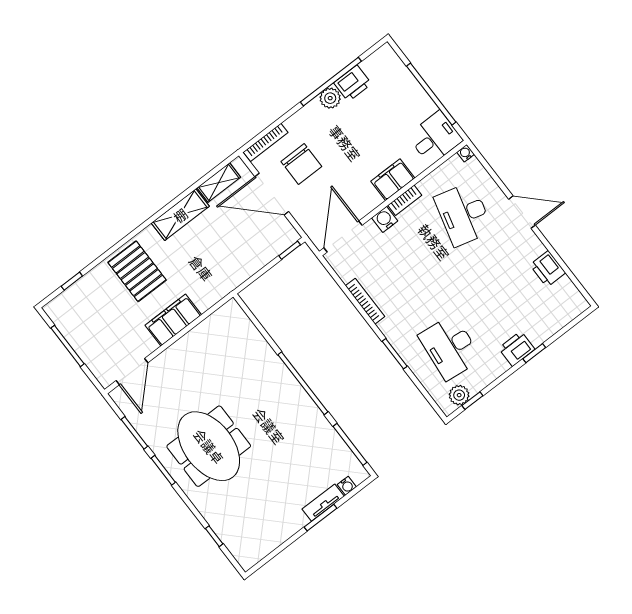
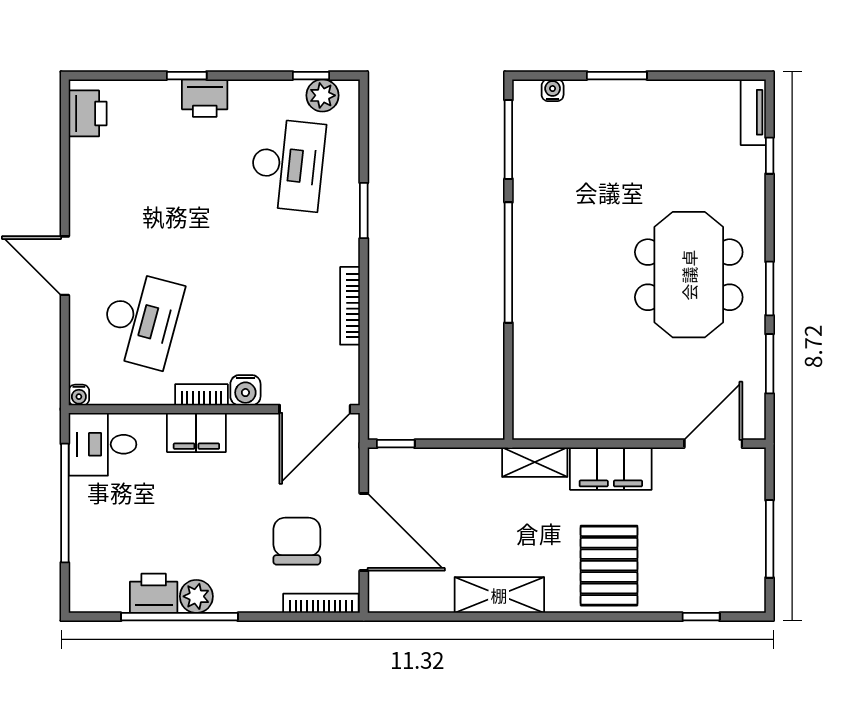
shelving: (219, 183) -> (535, 462), moved
printer: (548, 269) -> (88, 113), moved
tv unit: (323, 503) -> (753, 112), moved, turned 90

